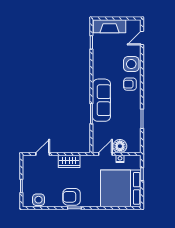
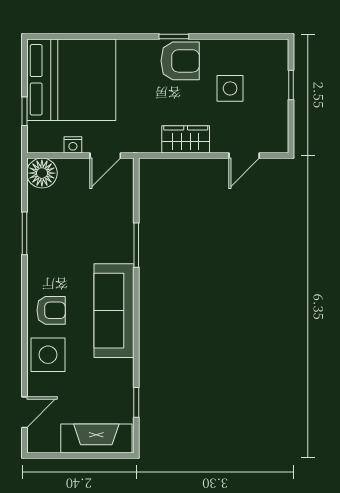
sofa: (101, 100) -> (114, 311), moved
floor lamp: (120, 146) -> (42, 173), moved
side table: (38, 200) -> (230, 88), moved

